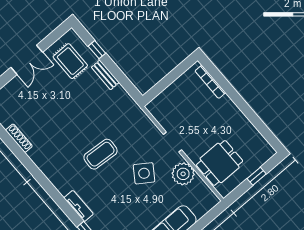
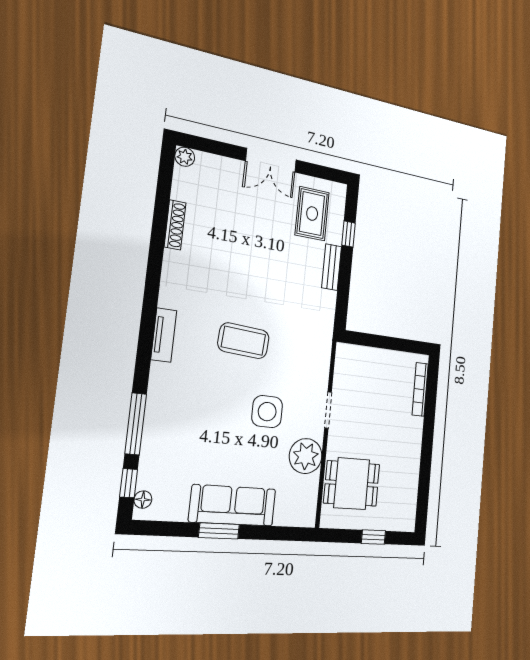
side table: (144, 173) -> (267, 412), turned -34
tv unit: (79, 206) -> (164, 335), moved

